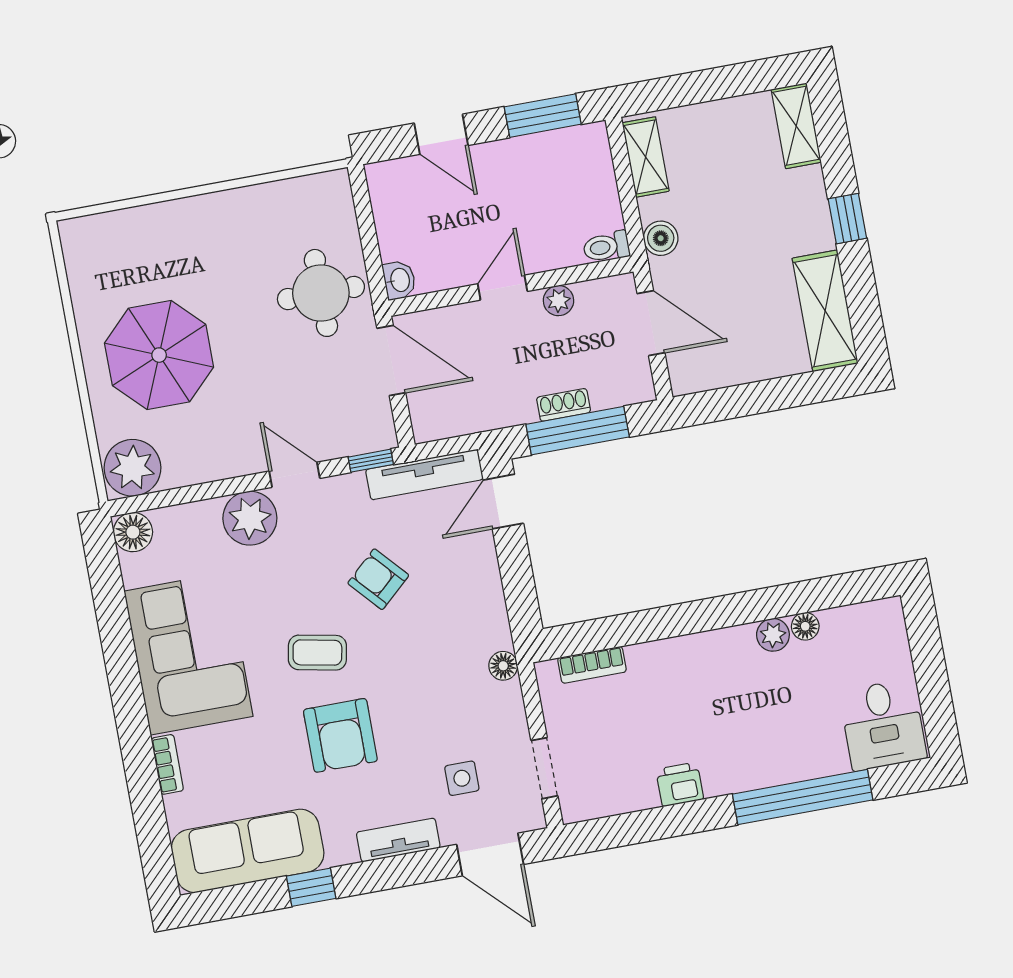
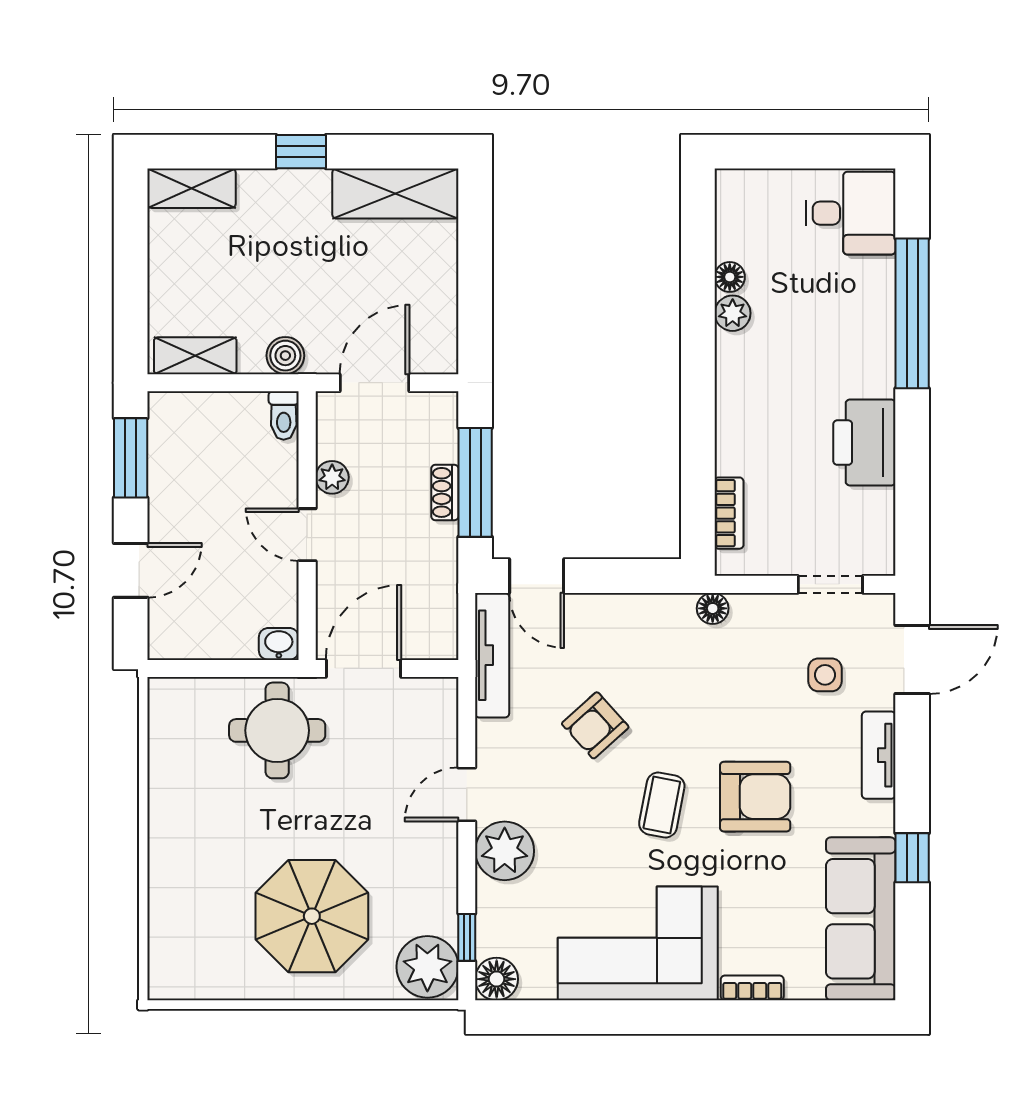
window: (371, 461) -> (467, 937), moved
printer: (680, 784) -> (864, 443), width x1.87, depth x1.48

